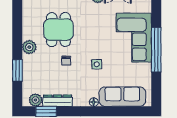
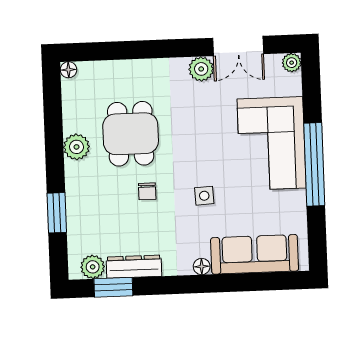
plant: (29, 47) -> (76, 147), moved

